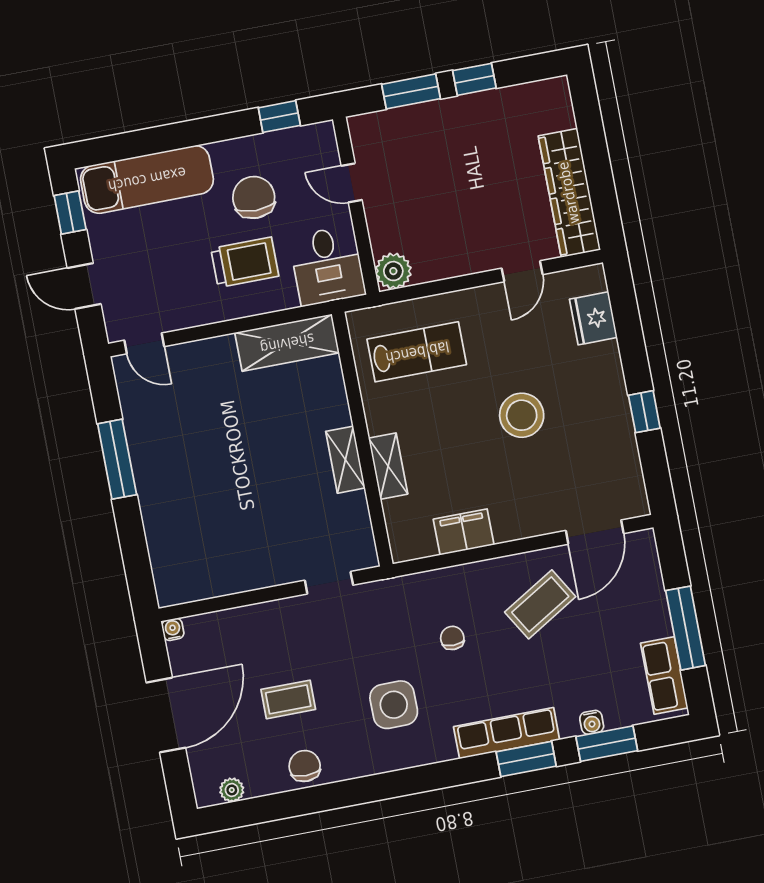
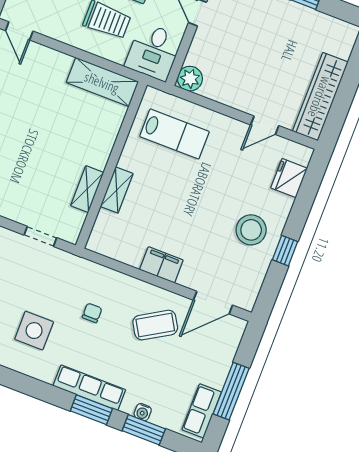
stool: (522, 415) -> (251, 230), moved
shelving: (345, 460) -> (87, 189), moved
filing cabinet: (464, 532) -> (161, 265), moved

